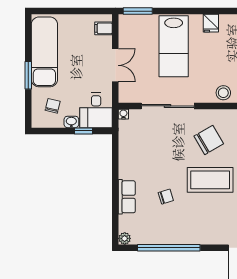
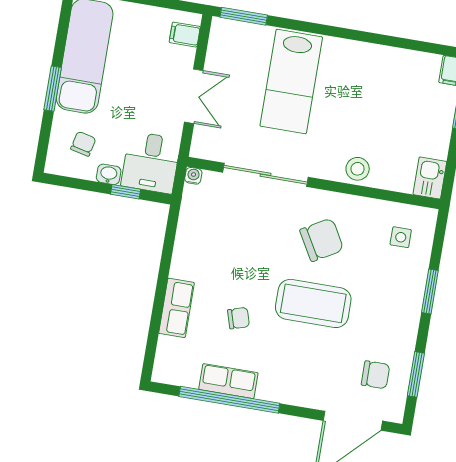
fridge: (211, 23) -> (356, 55), removed
row of seats: (166, 236) -> (228, 381), added
plant: (125, 238) -> (162, 373), removed

